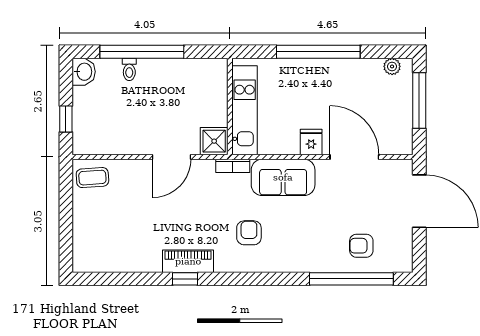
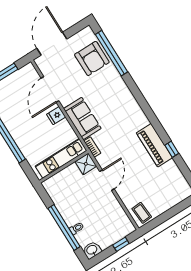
door: (172, 157) -> (107, 180), hinge flipped
armchair: (249, 233) -> (120, 118), removed
armchair: (361, 246) -> (92, 58), width x1.88, depth x1.88
piano: (188, 261) -> (155, 145), width x1.37, depth x1.33
window: (185, 279) -> (172, 149), moved

